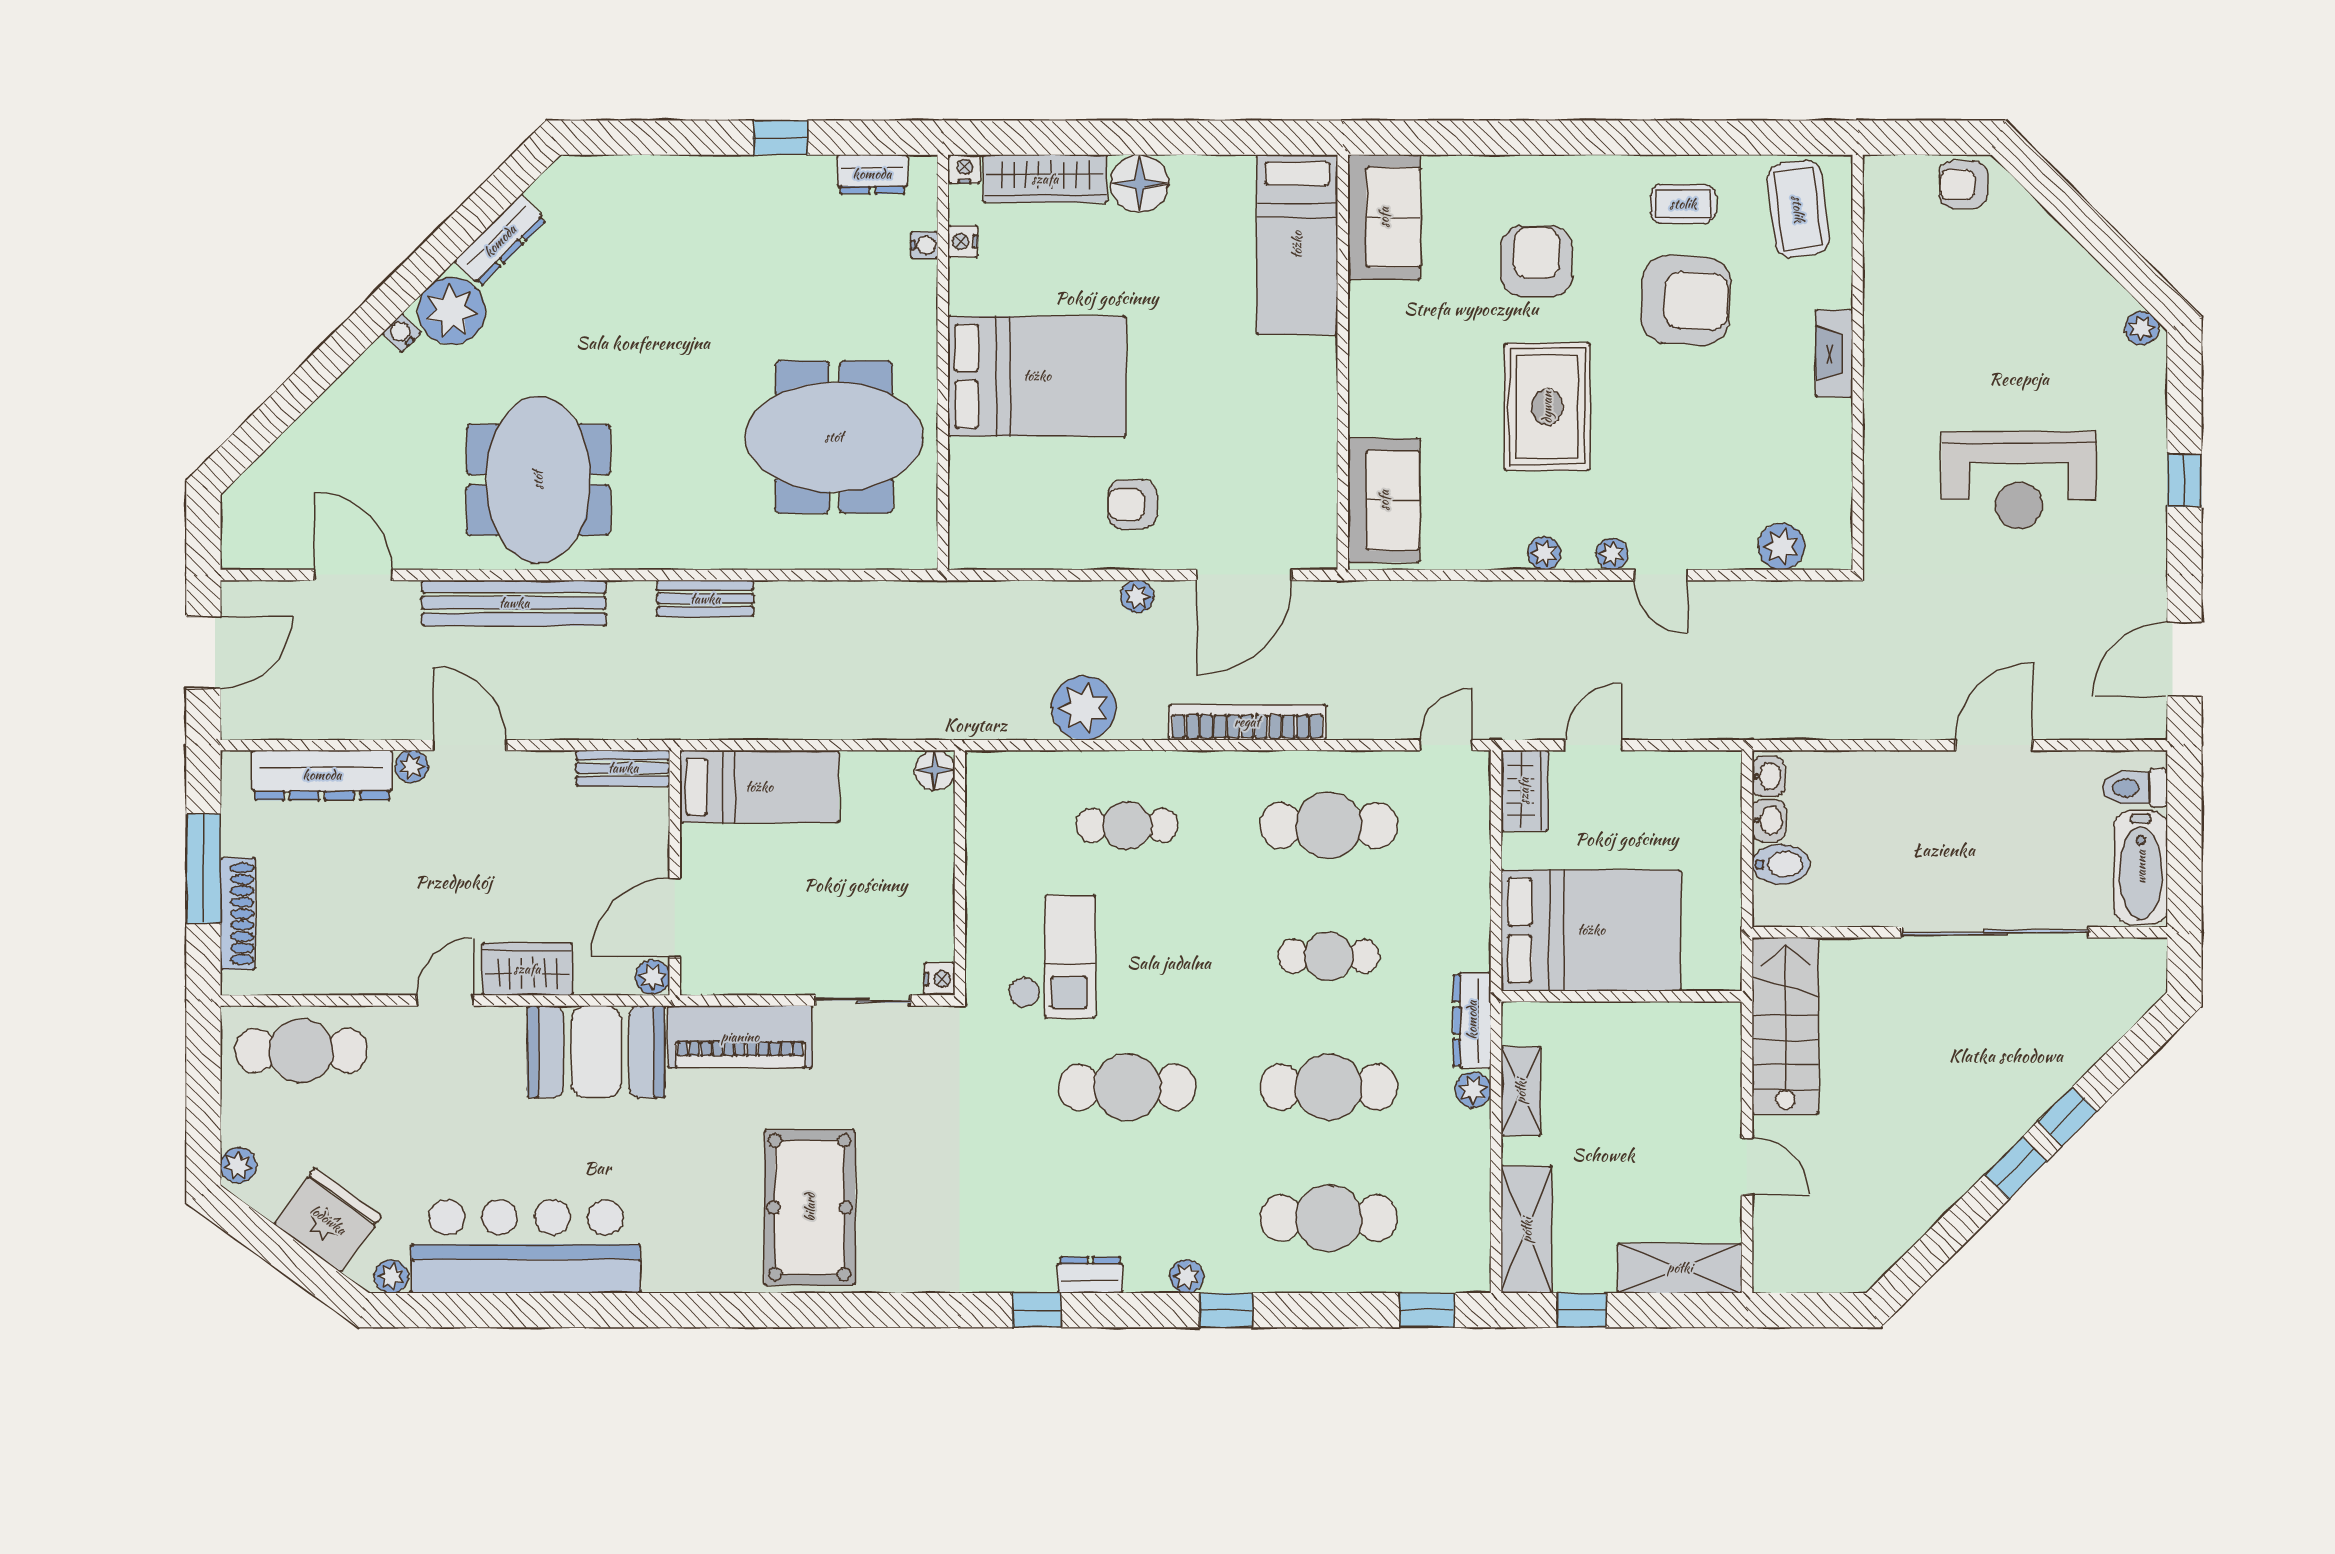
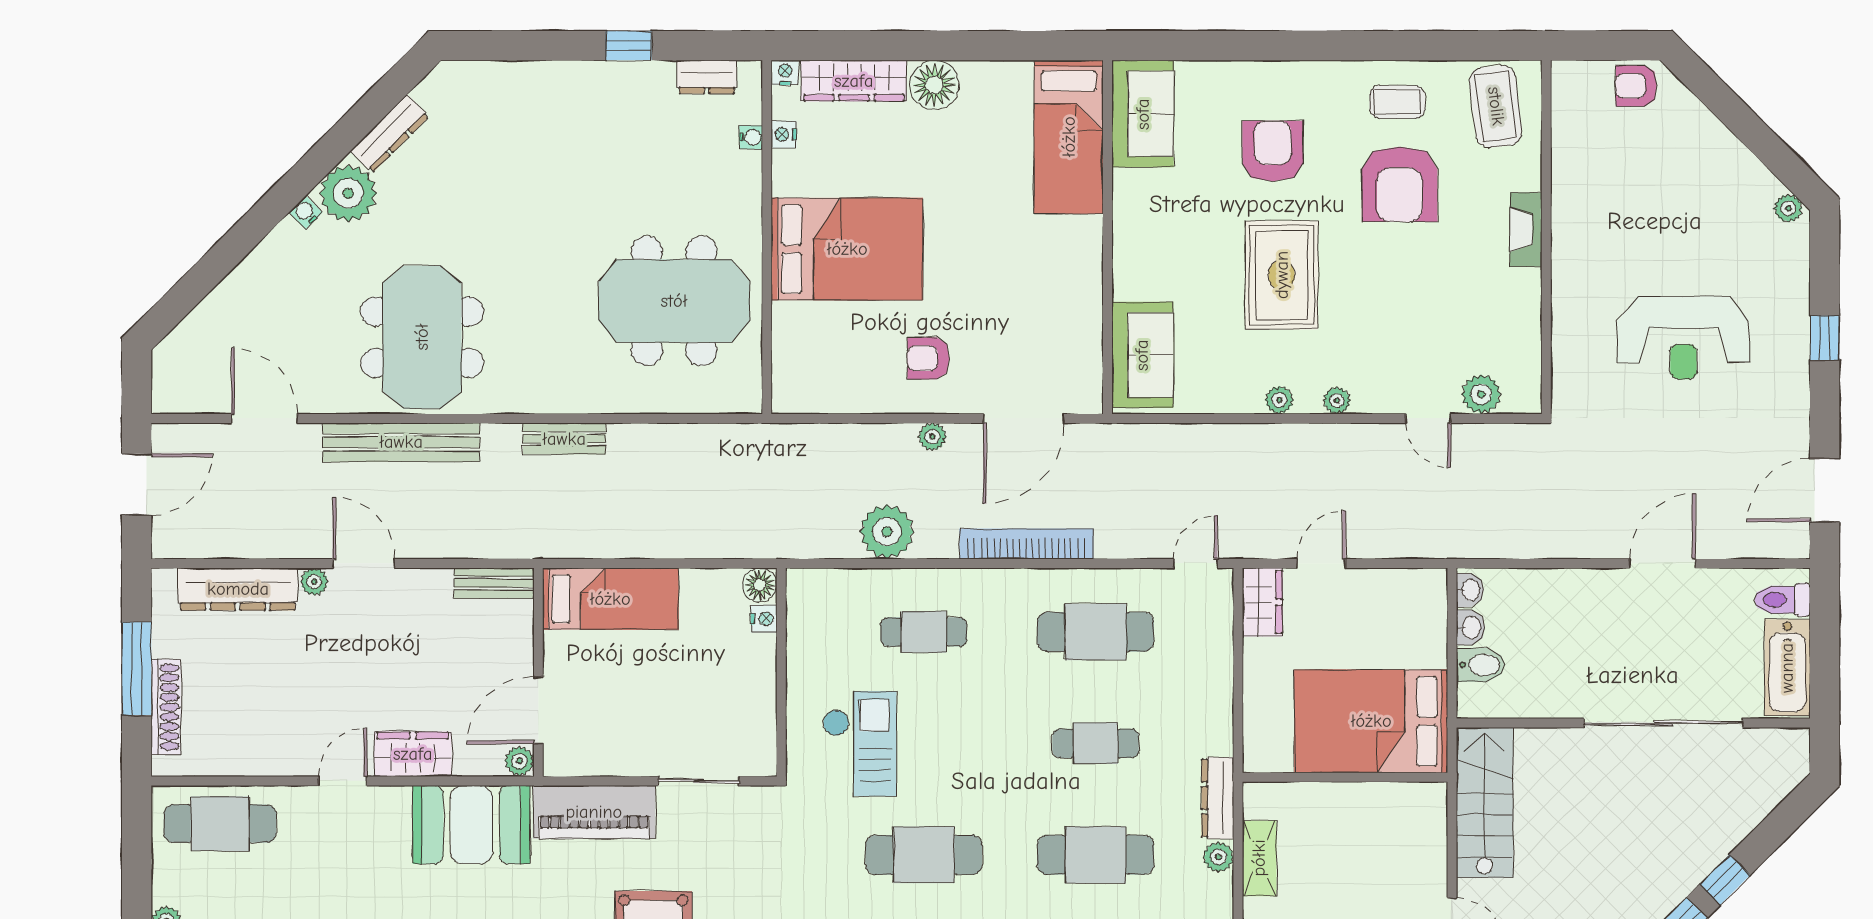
armchair: (1686, 300) -> (1400, 184), turned 87
door: (1661, 575) -> (1428, 418), moved
bed: (1591, 930) -> (1371, 721), moved, turned 180
nightstand: (939, 979) -> (764, 619), moved

